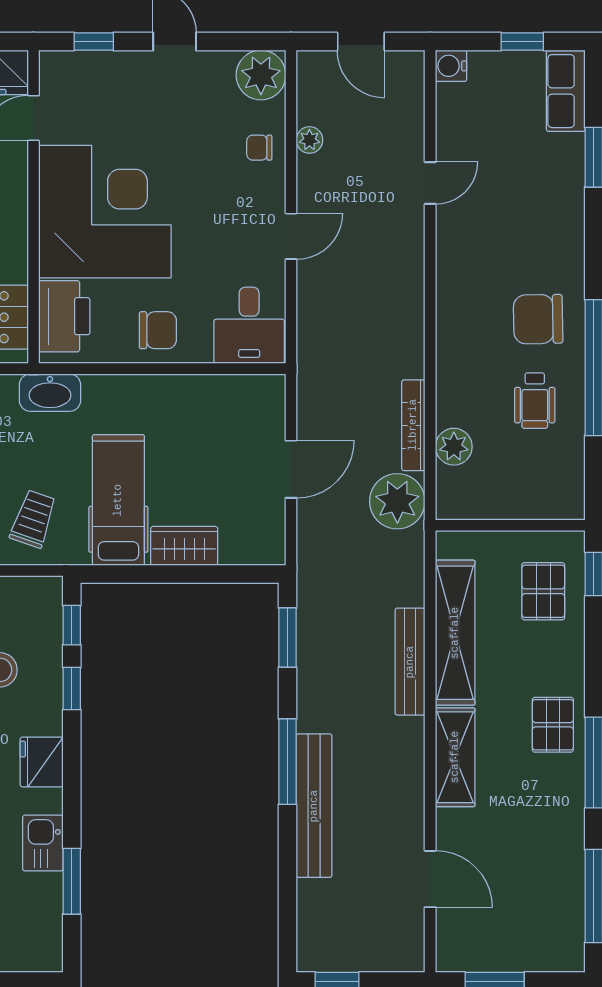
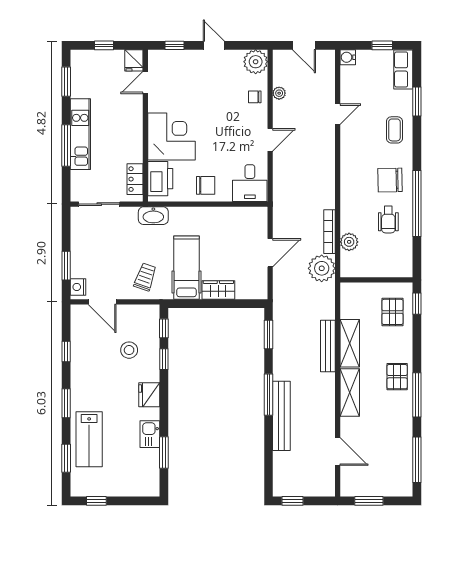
corner desk: (105, 212) -> (171, 136), width x0.74, depth x0.74
coffee table: (547, 216) -> (394, 130), added
shelving: (455, 633) -> (350, 343), width x0.68

